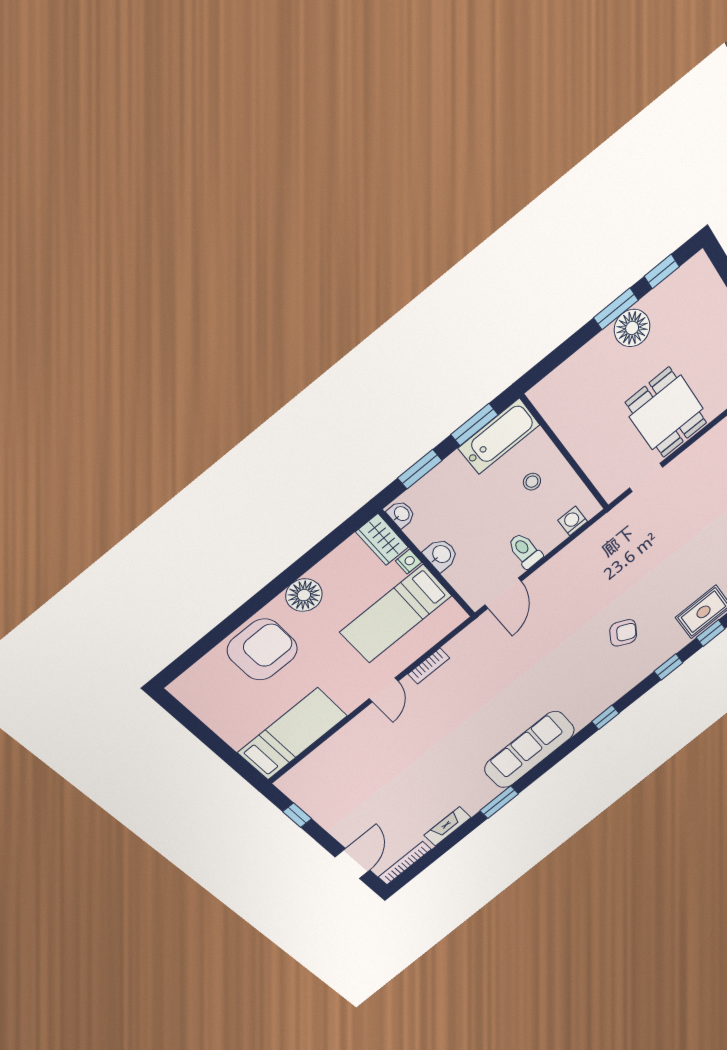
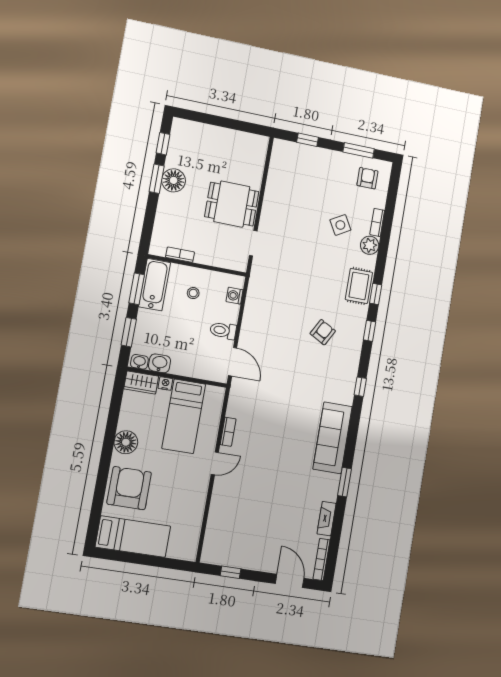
bookcase: (558, 424) -> (180, 255), added
washbasin: (441, 555) -> (160, 363), moved
door: (384, 690) -> (215, 463), hinge flipped
bed: (293, 734) -> (133, 537), moved, turned 90

